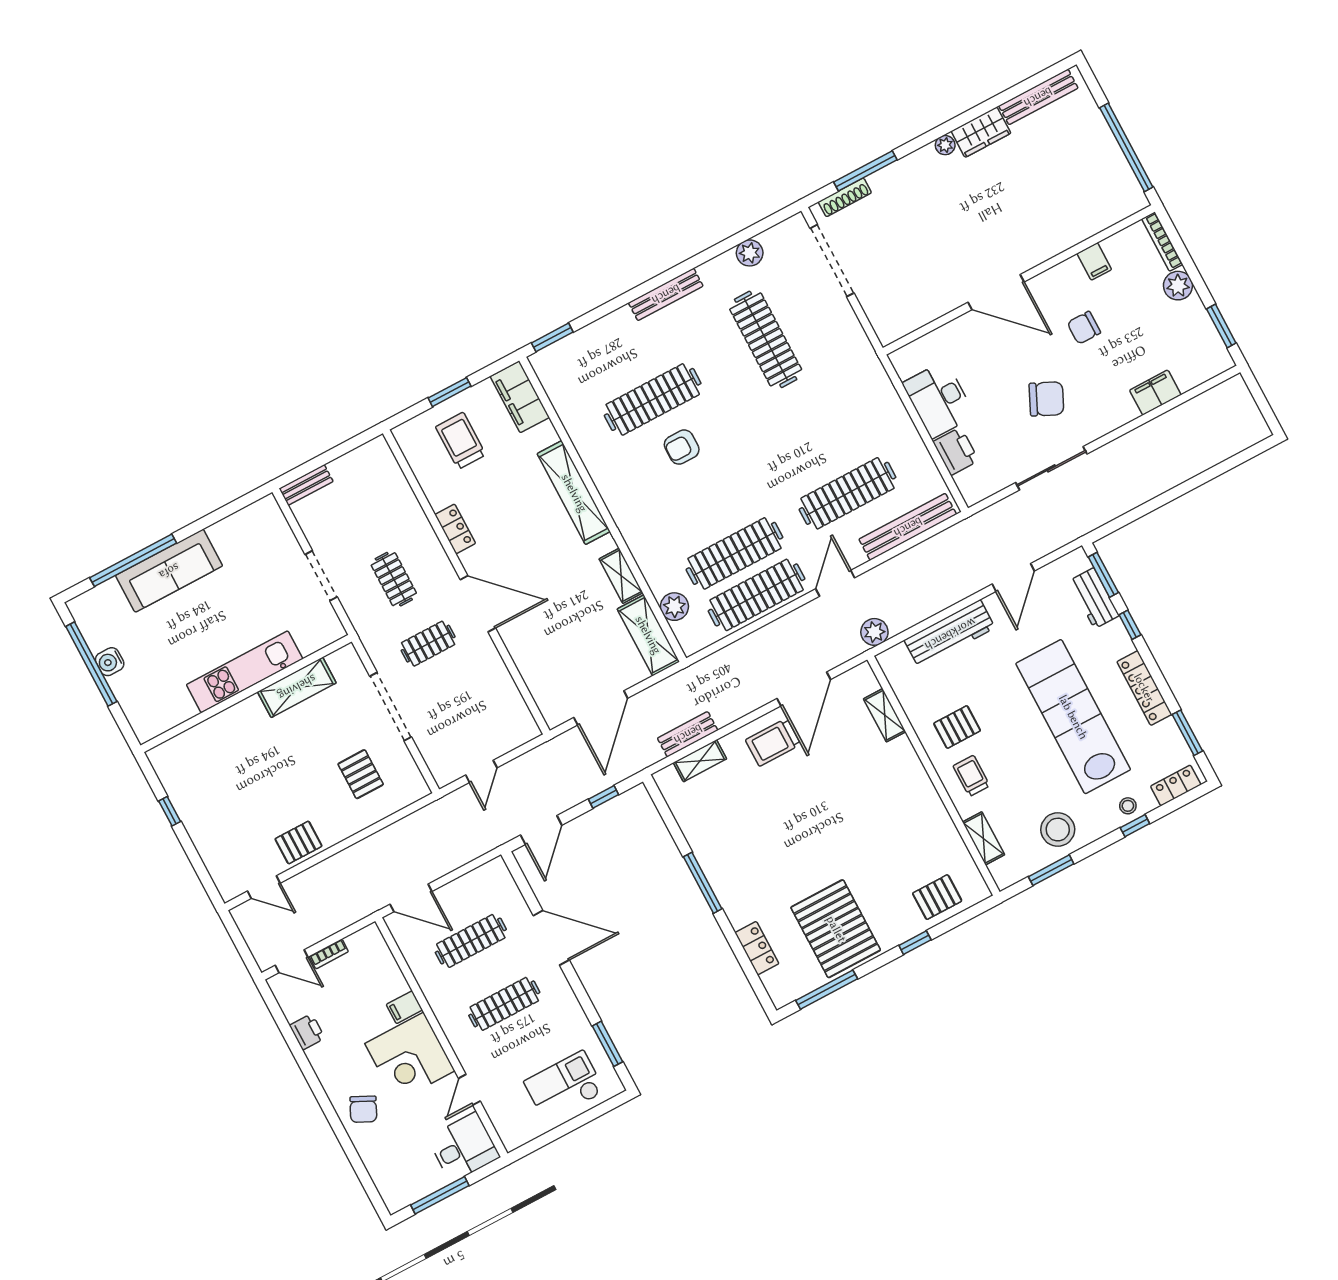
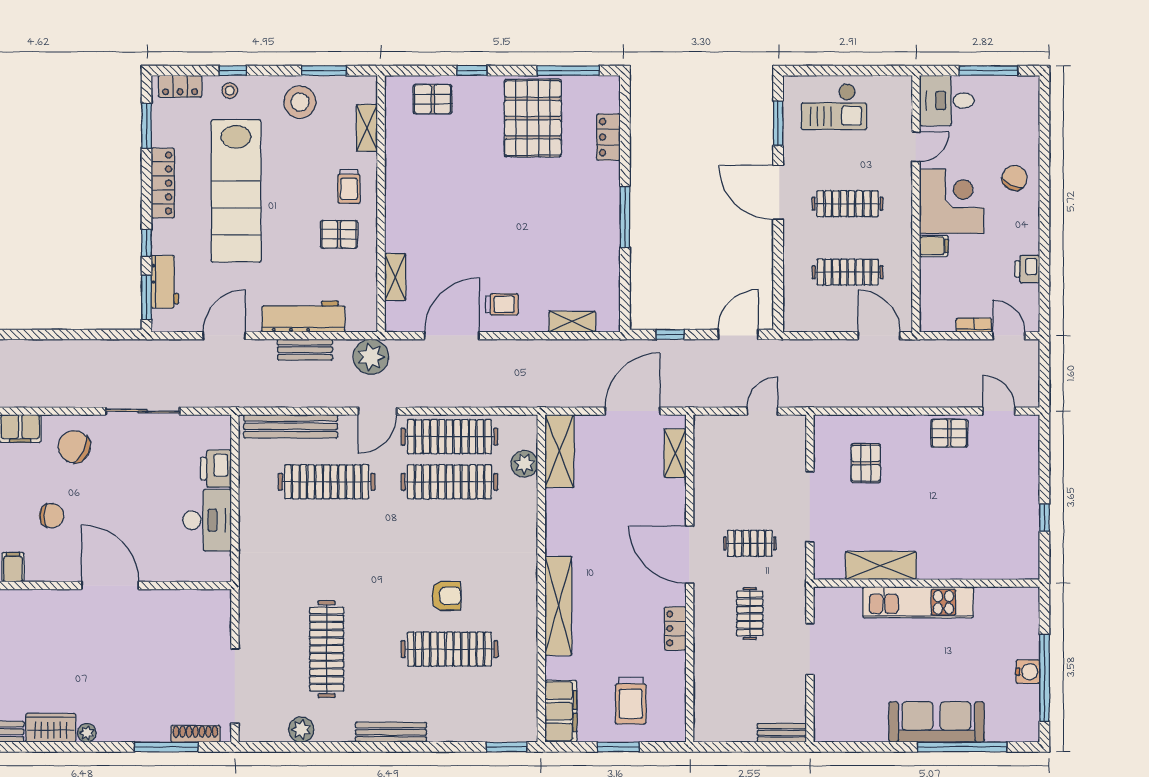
chair: (1046, 399) -> (74, 447), moved
shelving: (621, 576) -> (675, 453), moved
plant: (874, 632) -> (371, 357), width x1.36, depth x1.36
bench: (688, 734) -> (305, 350), moved
trolley: (773, 742) -> (502, 304), width x0.73, depth x0.72
door: (551, 938) -> (778, 192), moved

